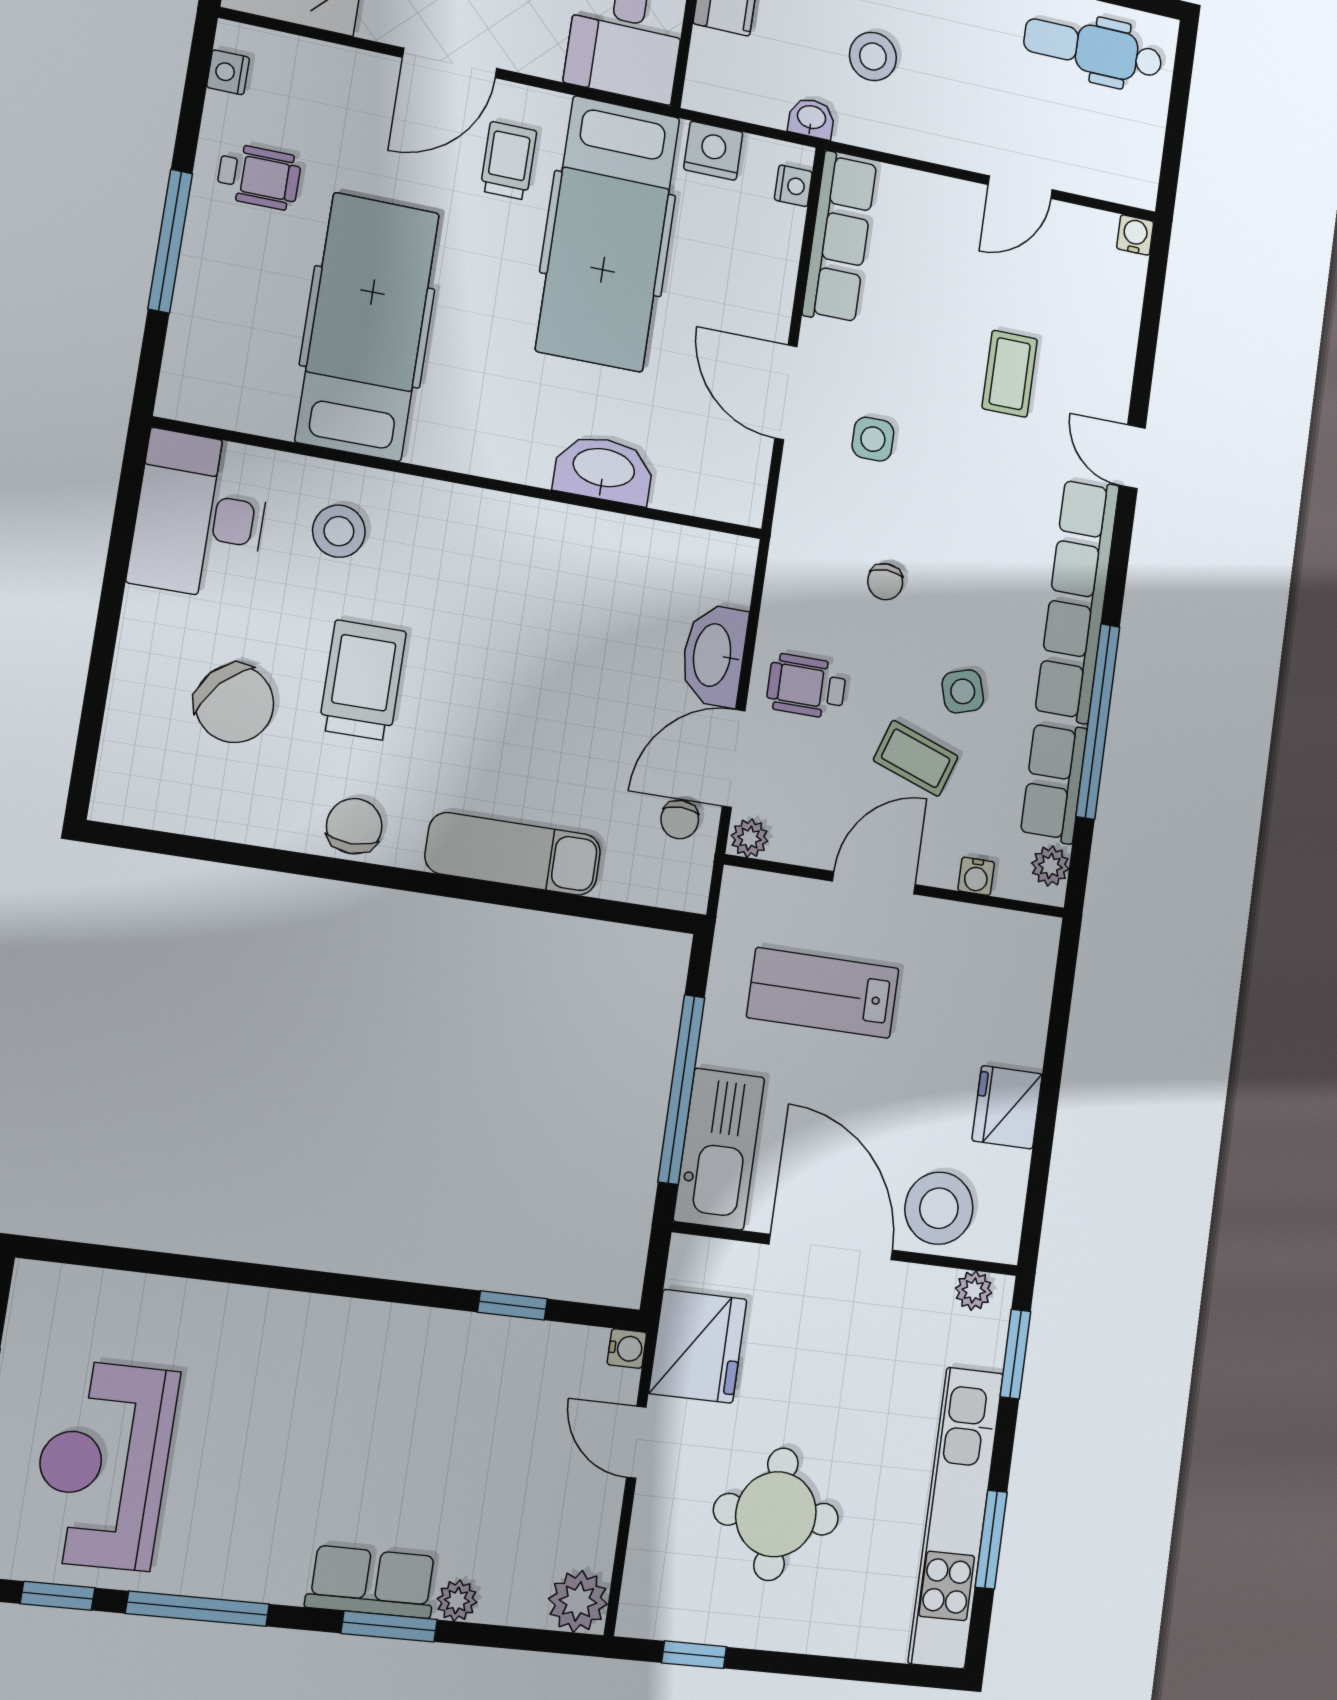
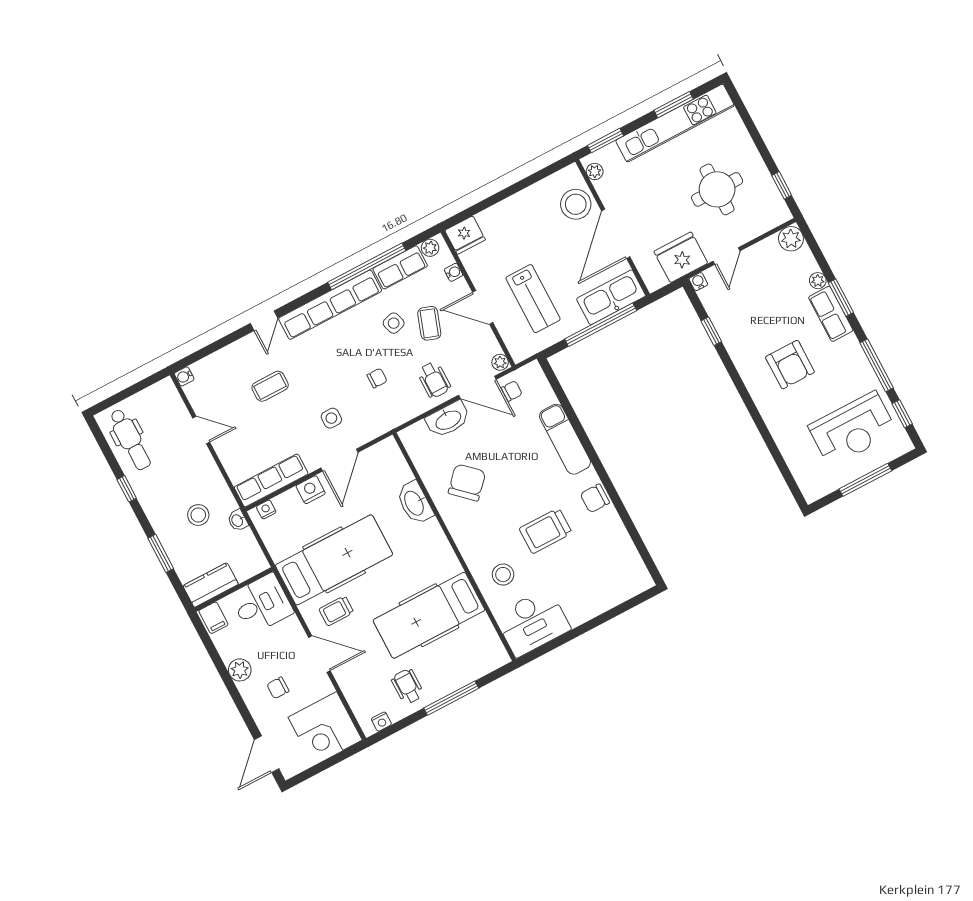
nightstand: (713, 151) -> (311, 490), moved, turned 90
chair: (234, 704) -> (467, 482), moved
fridge: (1007, 1107) -> (465, 235), moved
armchair: (331, 1423) -> (790, 365), added

